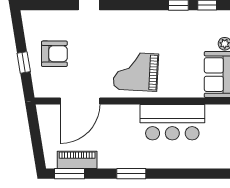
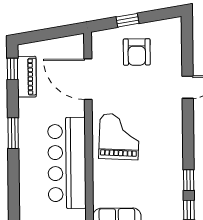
bar counter: (172, 122) -> (67, 163), width x1.36
window: (70, 174) -> (12, 69), width x0.67

